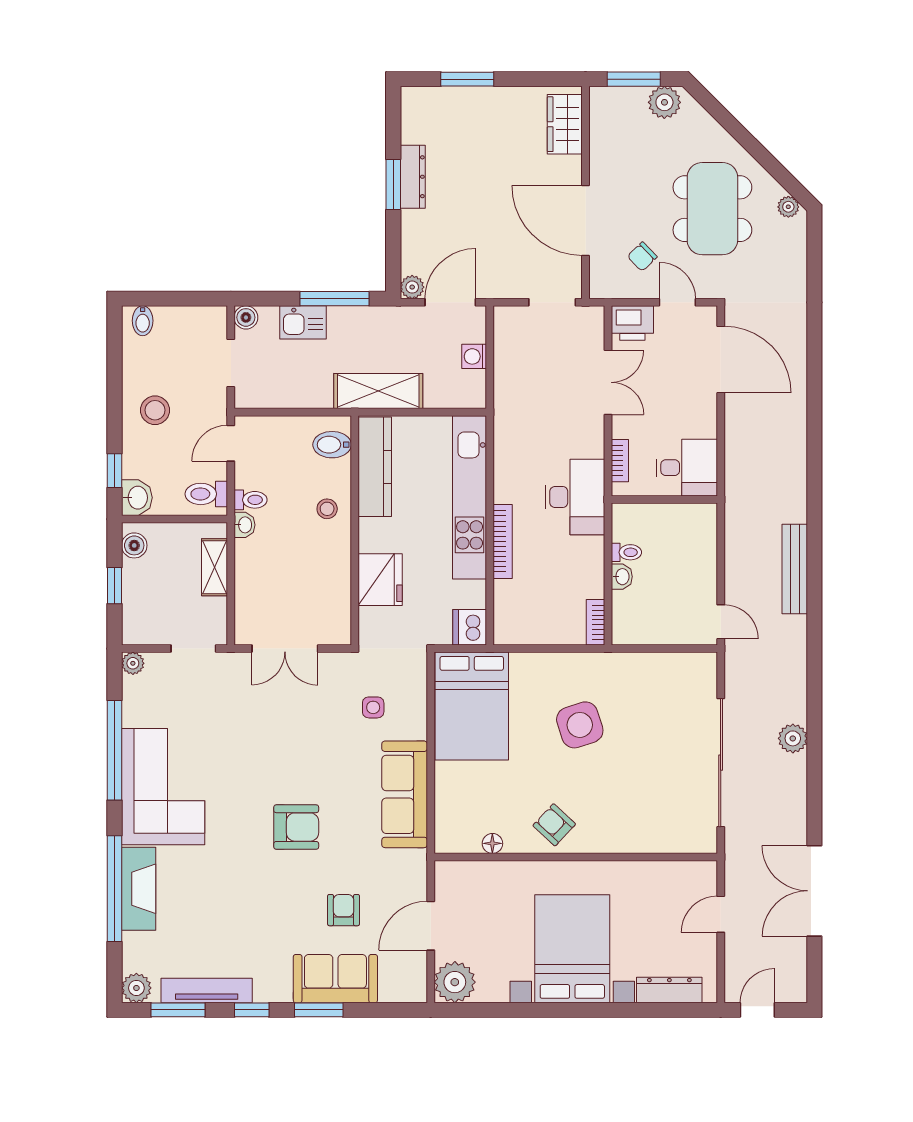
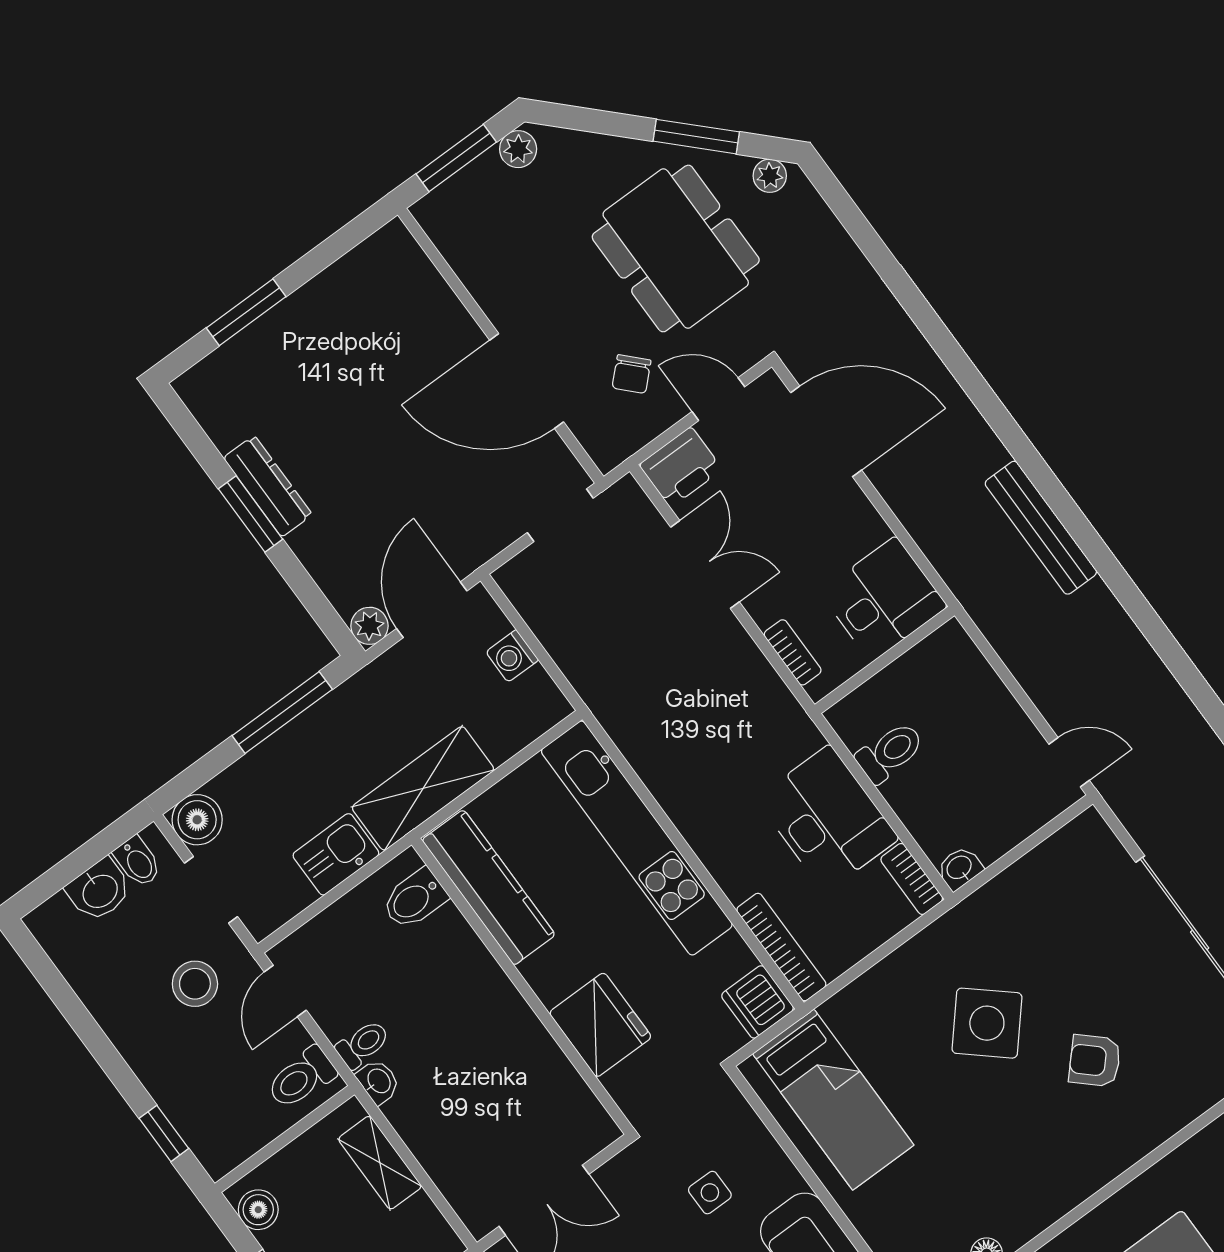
plant: (664, 102) -> (518, 149), width x0.73, depth x0.73
wardrobe: (565, 124) -> (411, 279), removed
window: (765, 159) -> (696, 137), added
boiler: (246, 317) -> (197, 820), width x1.36, depth x1.36
bidet: (143, 321) -> (138, 862), moved
kitchen sink: (303, 322) -> (336, 854), moved, turned 180
stool: (155, 410) -> (195, 984), moved
desk: (575, 497) -> (827, 819), moved
washbasin: (137, 498) -> (99, 890), moved, turned 90
stool: (327, 509) -> (468, 985), removed
bookcase: (503, 541) -> (781, 947), moved
toilet: (626, 552) -> (890, 752), width x1.37, depth x1.39
bench: (795, 569) -> (1041, 528), moved
washbasin: (622, 577) -> (960, 868), moved, turned -90
bed: (472, 706) -> (833, 1099), width x0.67
side table: (580, 725) -> (987, 1023), turned -31
armchair: (554, 825) -> (1095, 1061), moved

